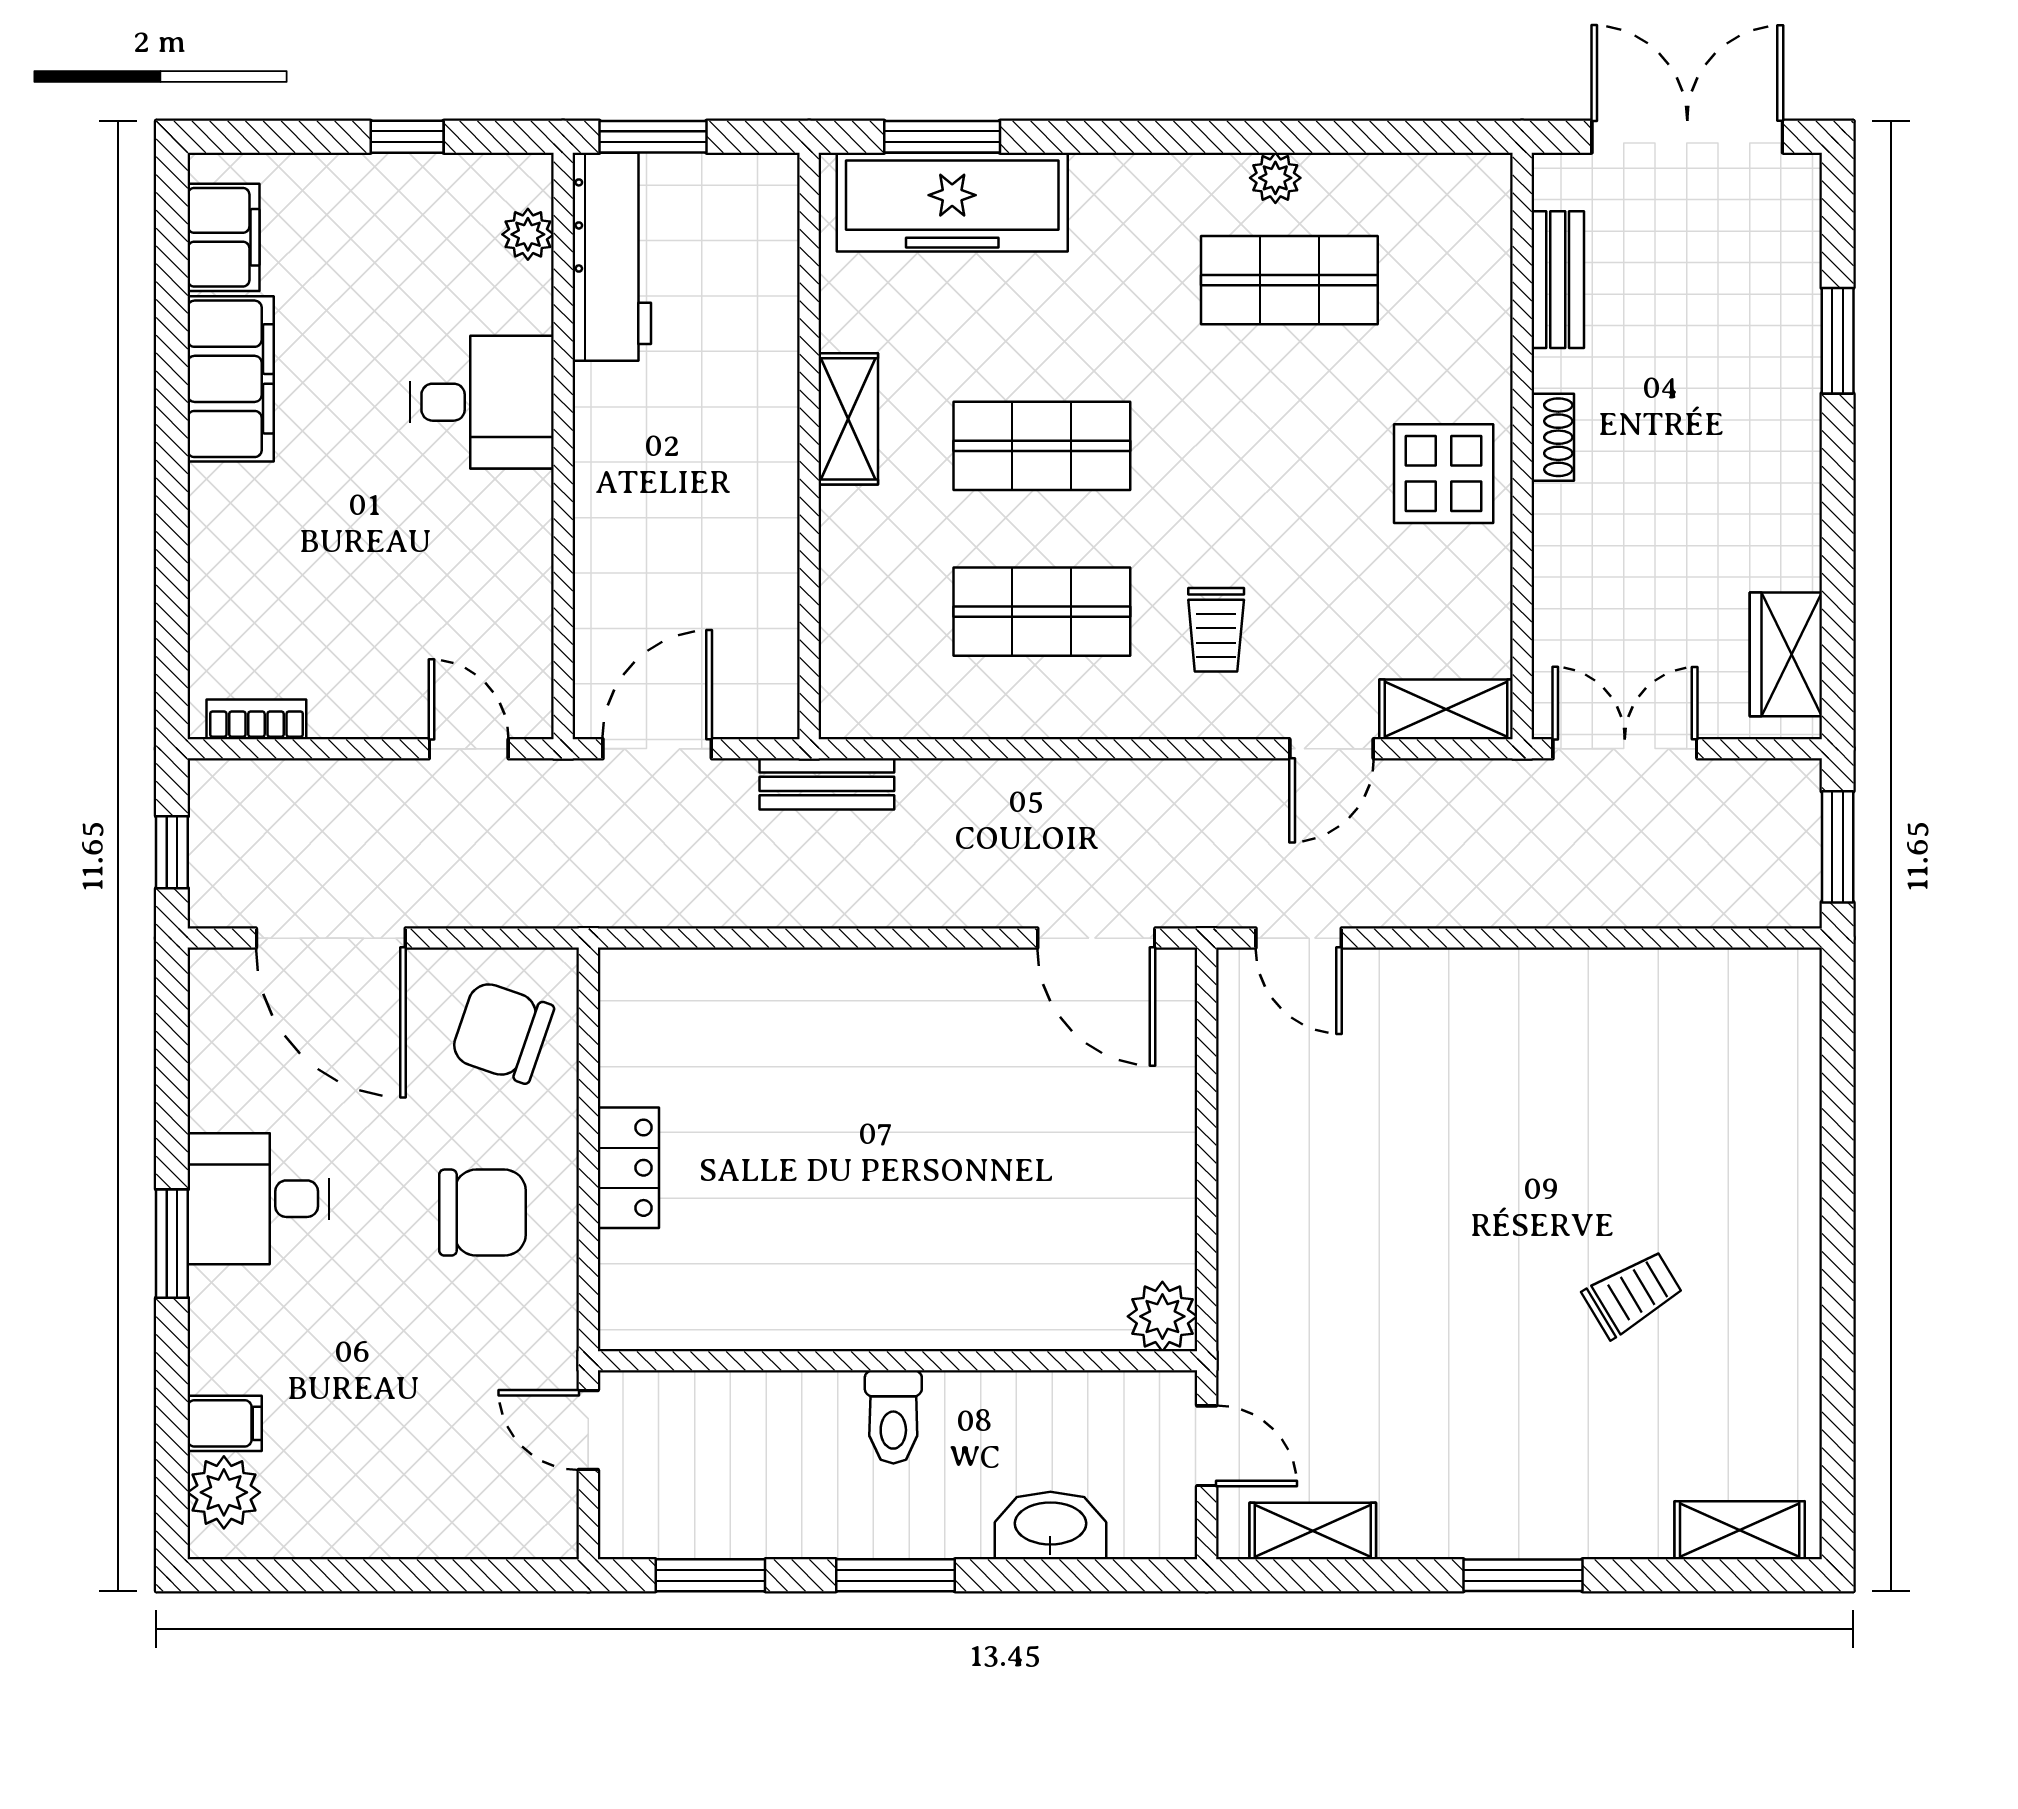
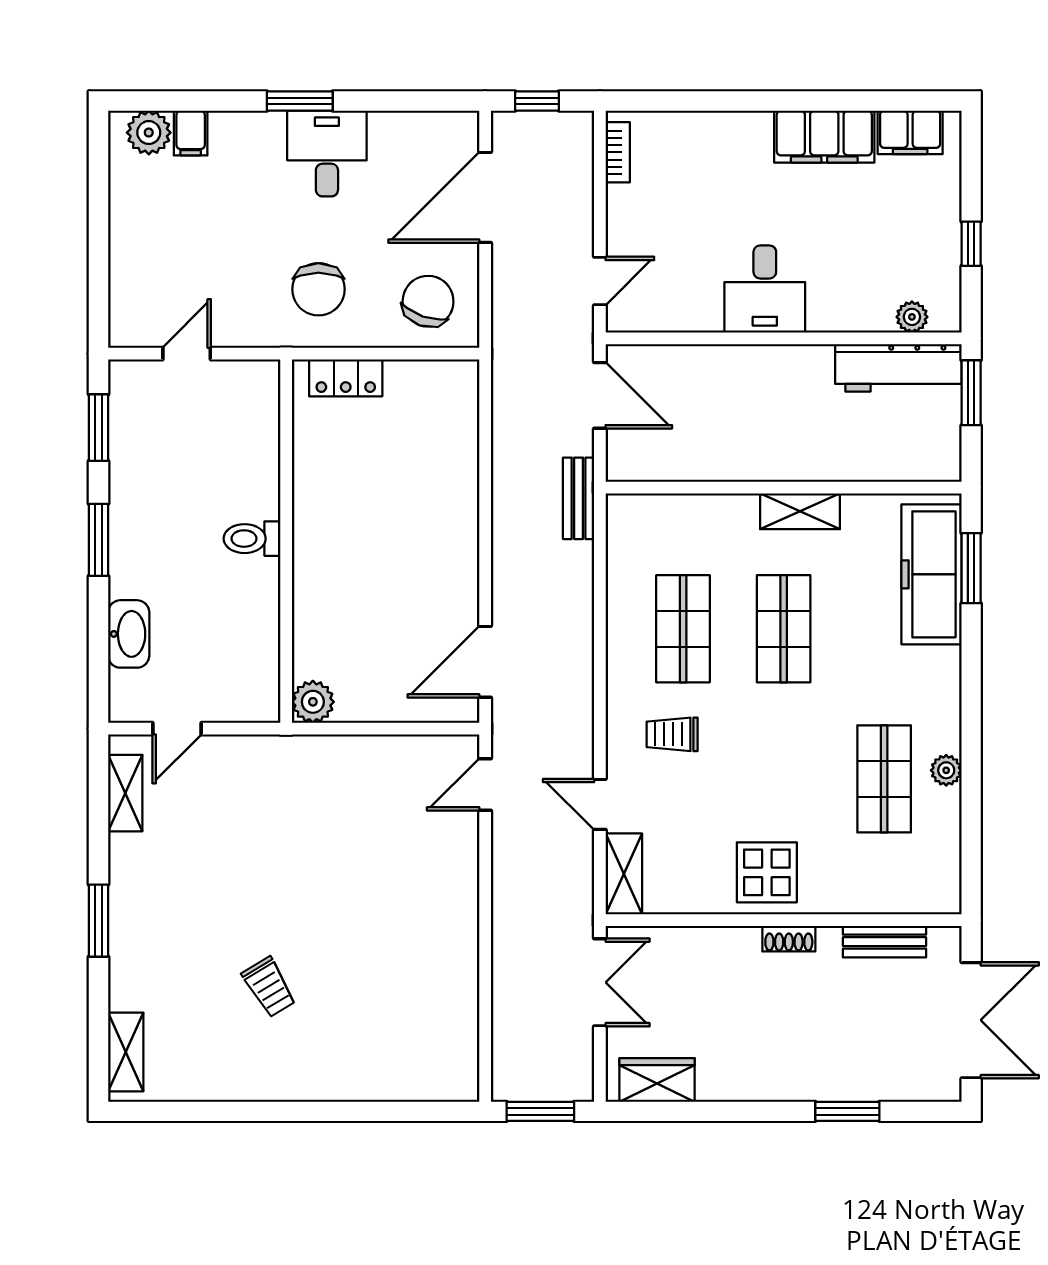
desk: (482, 402) -> (765, 289), moved
plant: (1162, 1316) -> (313, 702), moved
wall: (897, 1361) -> (286, 541), moved
toilet: (893, 1417) -> (252, 539), moved

